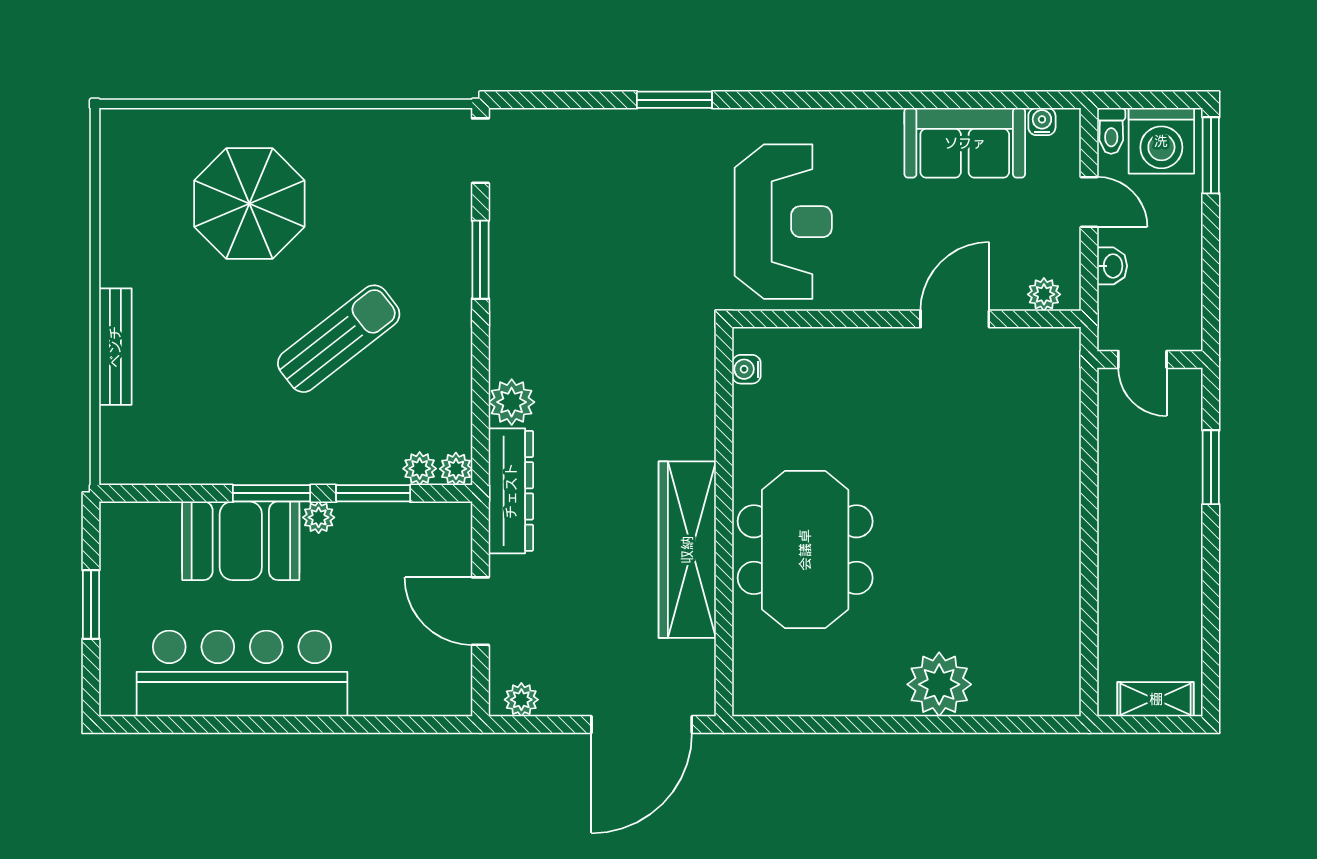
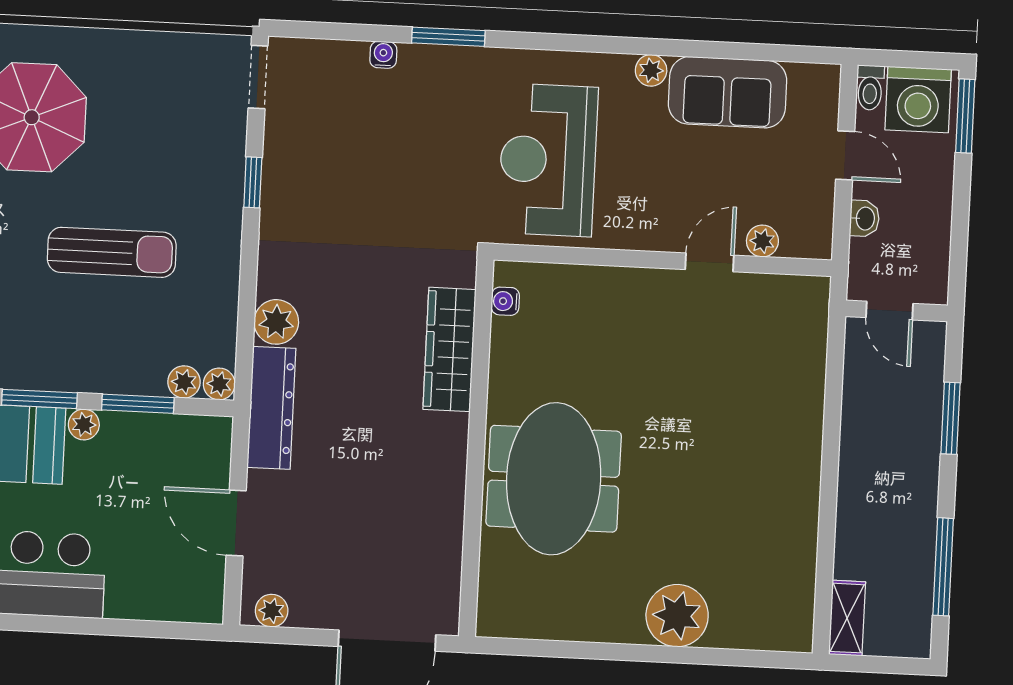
water cooler: (1042, 122) -> (383, 55), moved
plant: (885, 124) -> (651, 70), added
reception desk: (783, 222) -> (548, 160), turned 180
window: (480, 260) -> (253, 182), width x0.67
plant: (1044, 294) -> (762, 241), moved
door: (955, 319) -> (710, 262), width x0.73
sun lounger: (339, 339) -> (112, 252), turned 38
wardrobe: (687, 550) -> (450, 349), moved, width x0.71, depth x0.85
window: (1211, 621) -> (943, 567), added
shelving: (1156, 699) -> (847, 618), moved, turned 90

